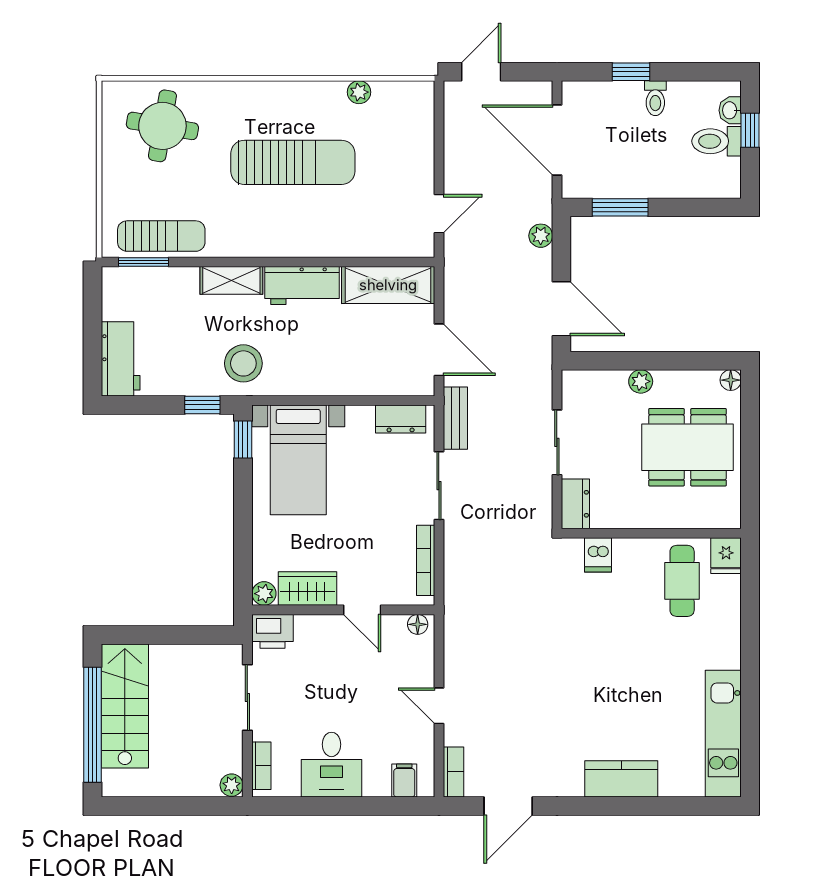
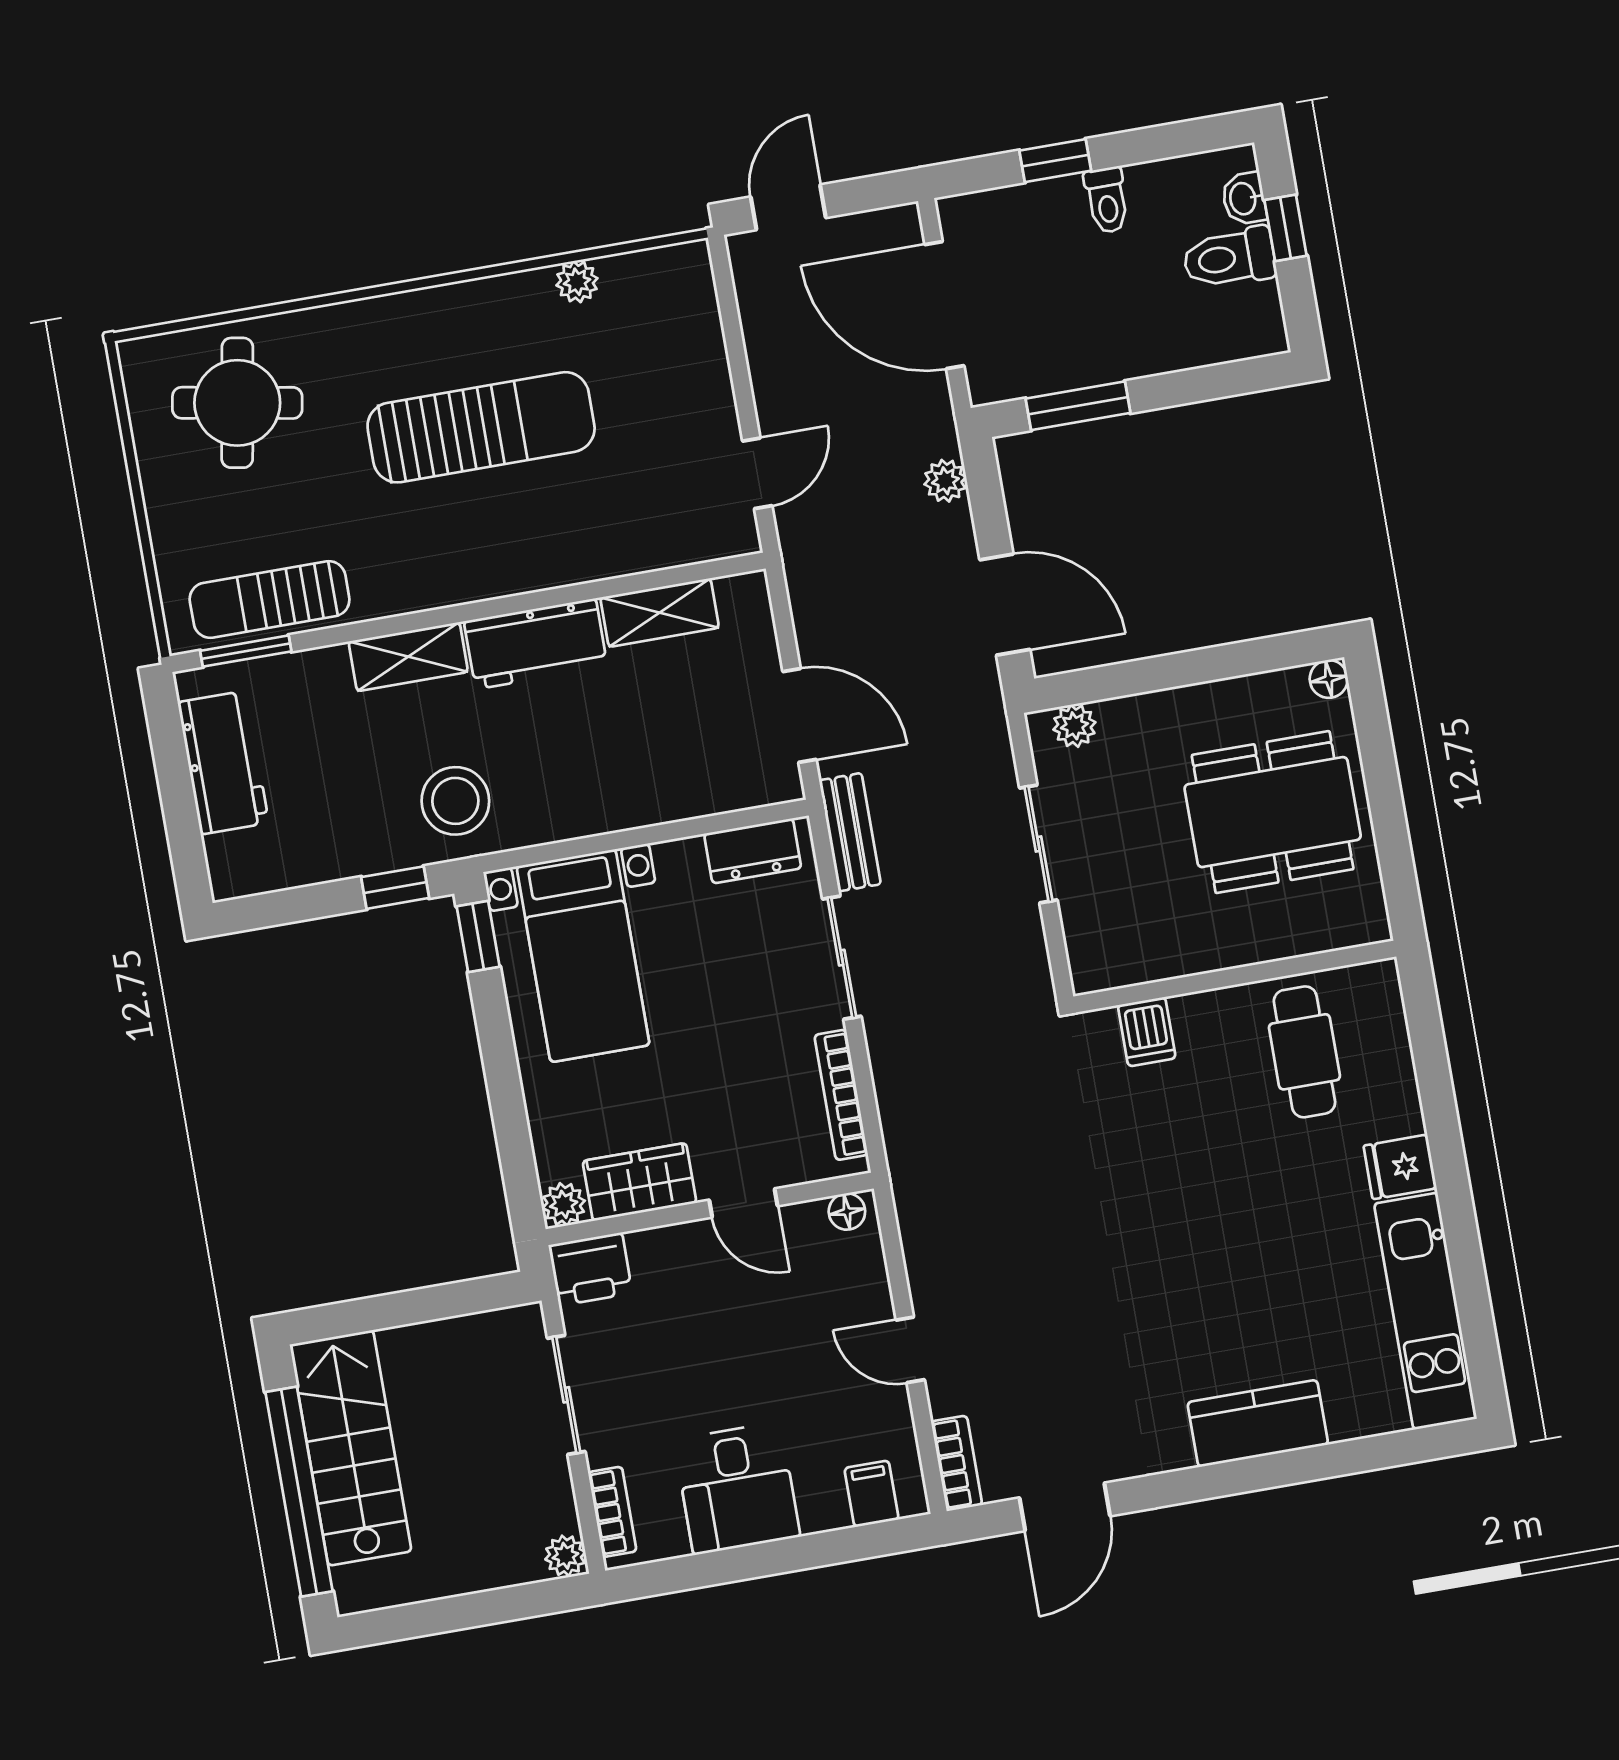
sun lounger: (161, 236) -> (270, 599), turned 180
shelving: (388, 285) -> (660, 613), width x0.67, depth x0.75
workbench: (121, 359) -> (223, 763), moved
plant: (641, 381) -> (1074, 726), moved
dresser: (575, 504) -> (1090, 948), removed
fridge: (726, 556) -> (1400, 1167), moved, turned 90

